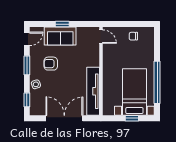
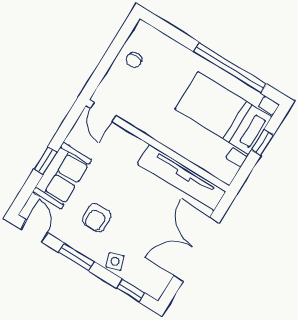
door: (101, 37) -> (103, 112), swing flipped

